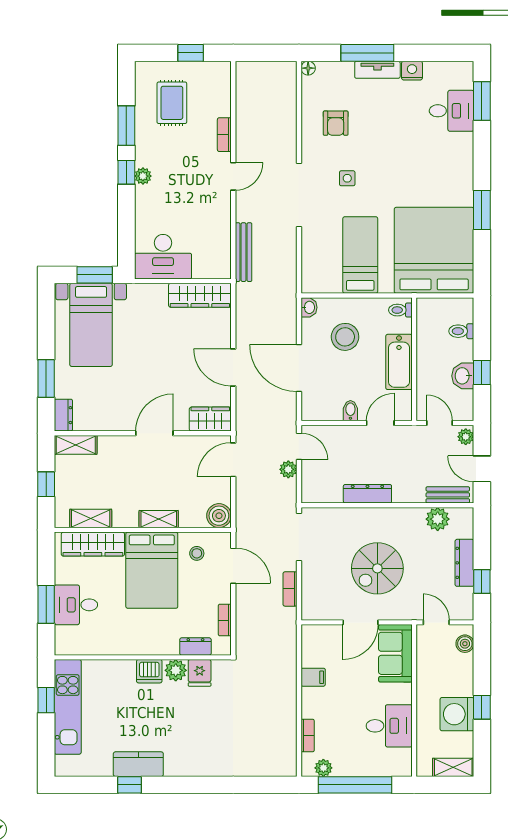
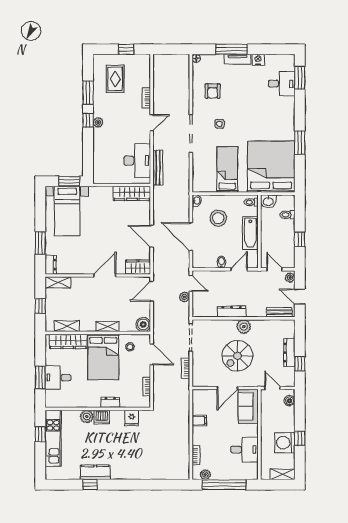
desk: (163, 257) -> (137, 161), moved, turned -90
washbasin: (463, 376) -> (268, 201), moved, turned -90
plant: (438, 519) -> (244, 327), moved
dresser: (195, 646) -> (110, 402), moved
plant: (176, 670) -> (87, 417), moved

